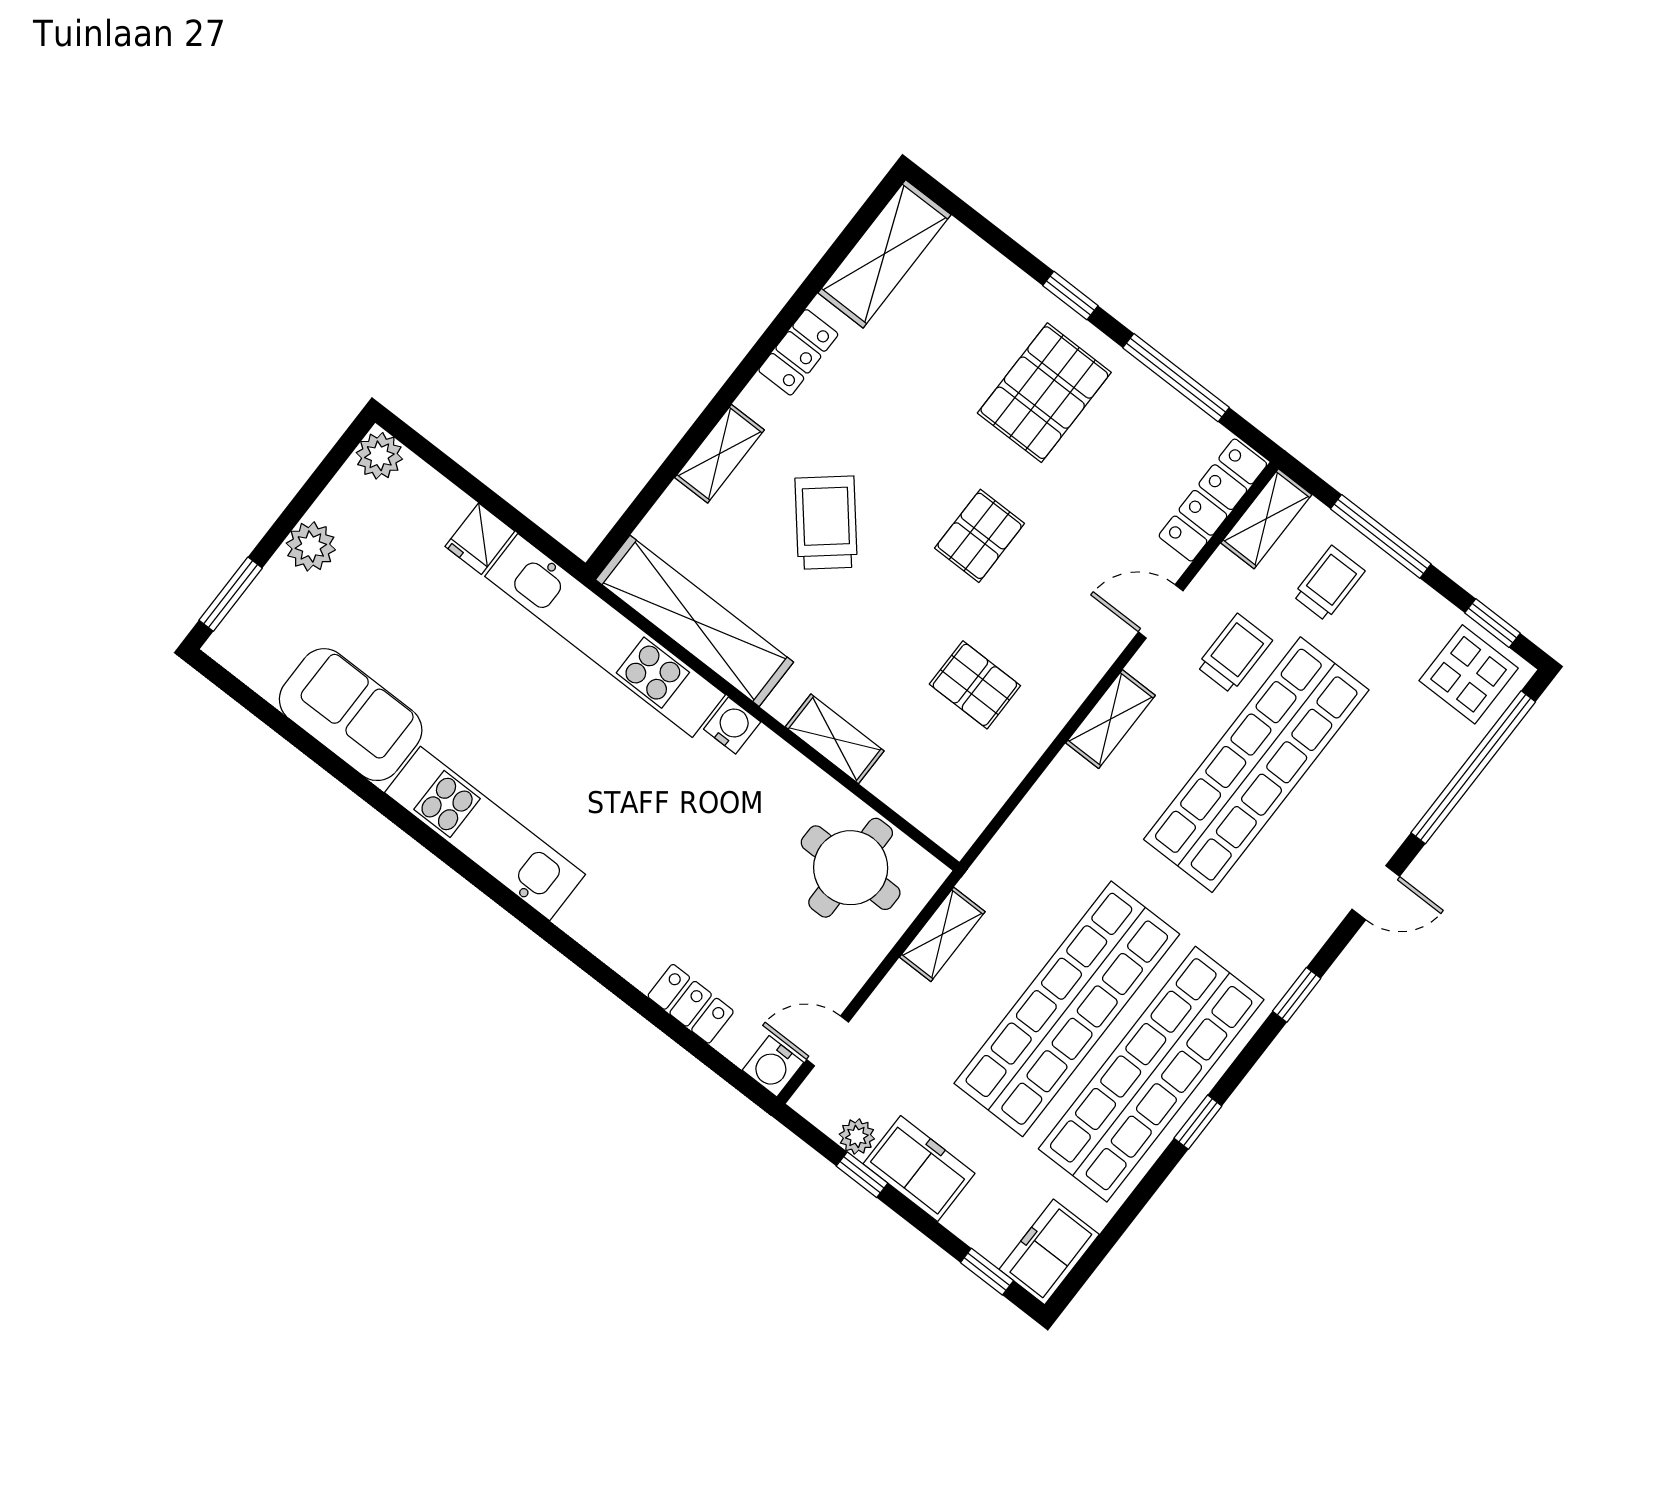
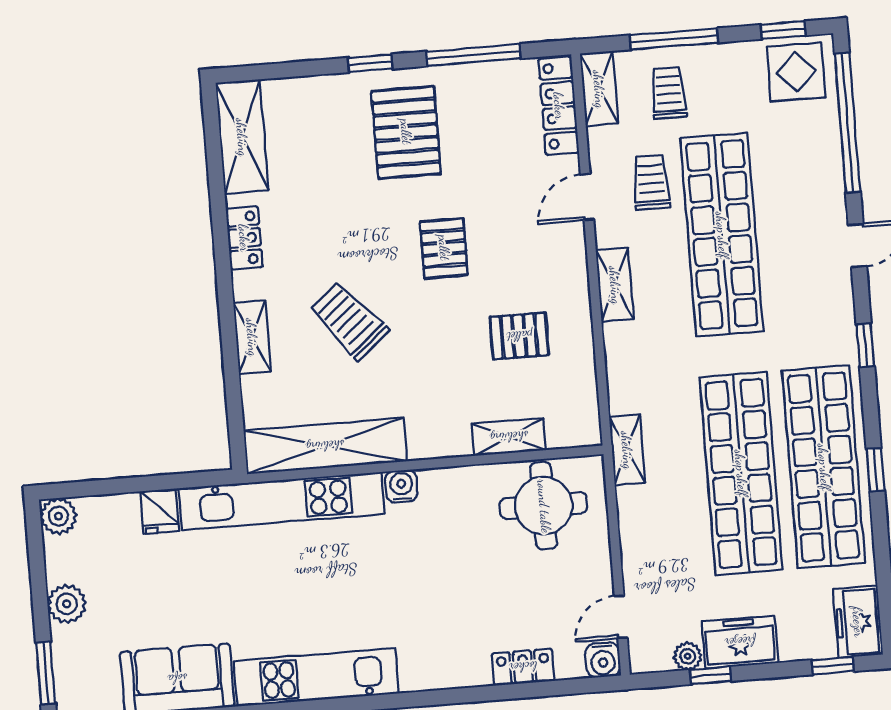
shelving: (835, 739) -> (509, 437), moved
shelving: (942, 934) -> (627, 450), moved

